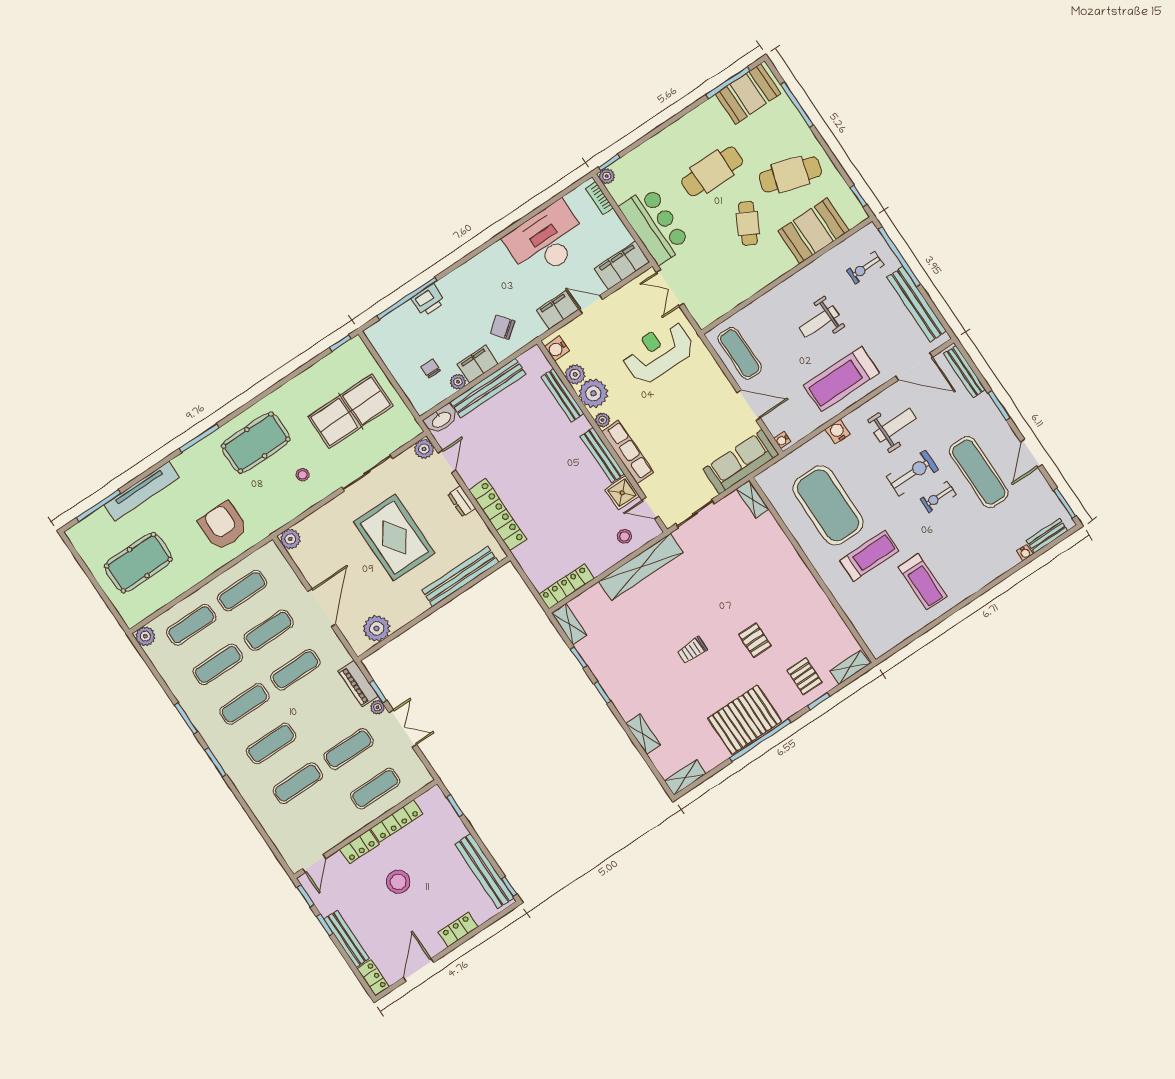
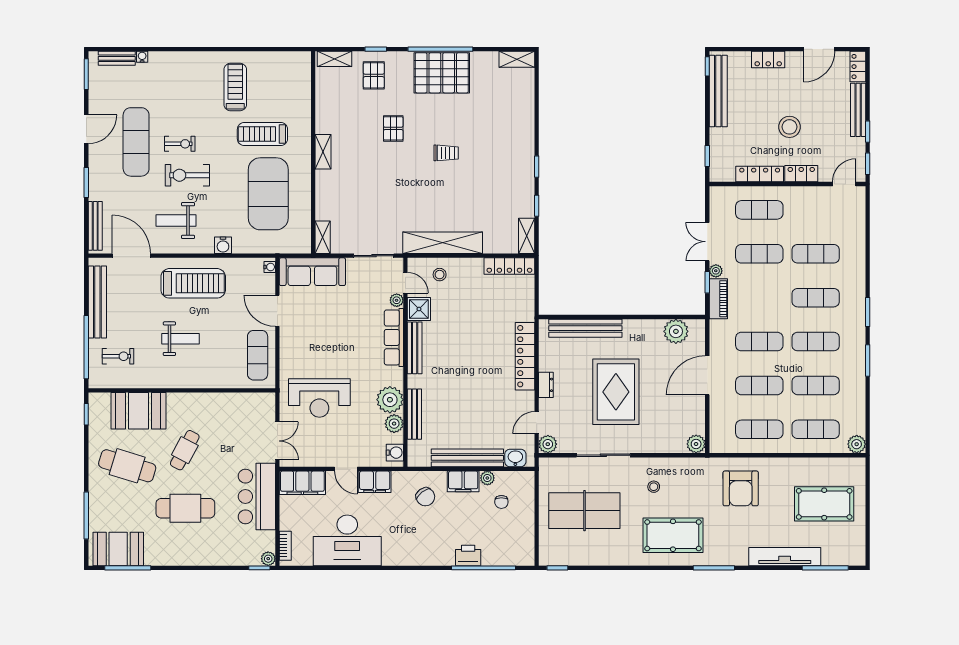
washbasin: (441, 419) -> (515, 458), width x0.72
plant: (603, 420) -> (397, 300), moved
shelving: (643, 734) -> (323, 152), moved

